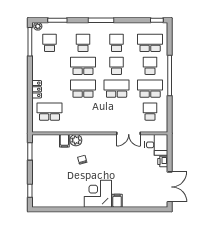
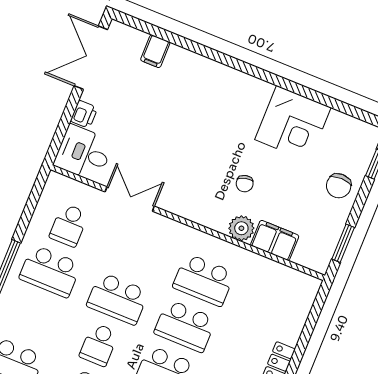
school desk: (150, 66) -> (31, 317), removed
school desk: (50, 112) -> (204, 280), moved
filing cabinet: (64, 141) -> (275, 240), width x2.00
chair: (42, 175) -> (339, 186), added
corner desk: (98, 194) -> (293, 124), moved
filing cabinet: (117, 201) -> (155, 51), moved

